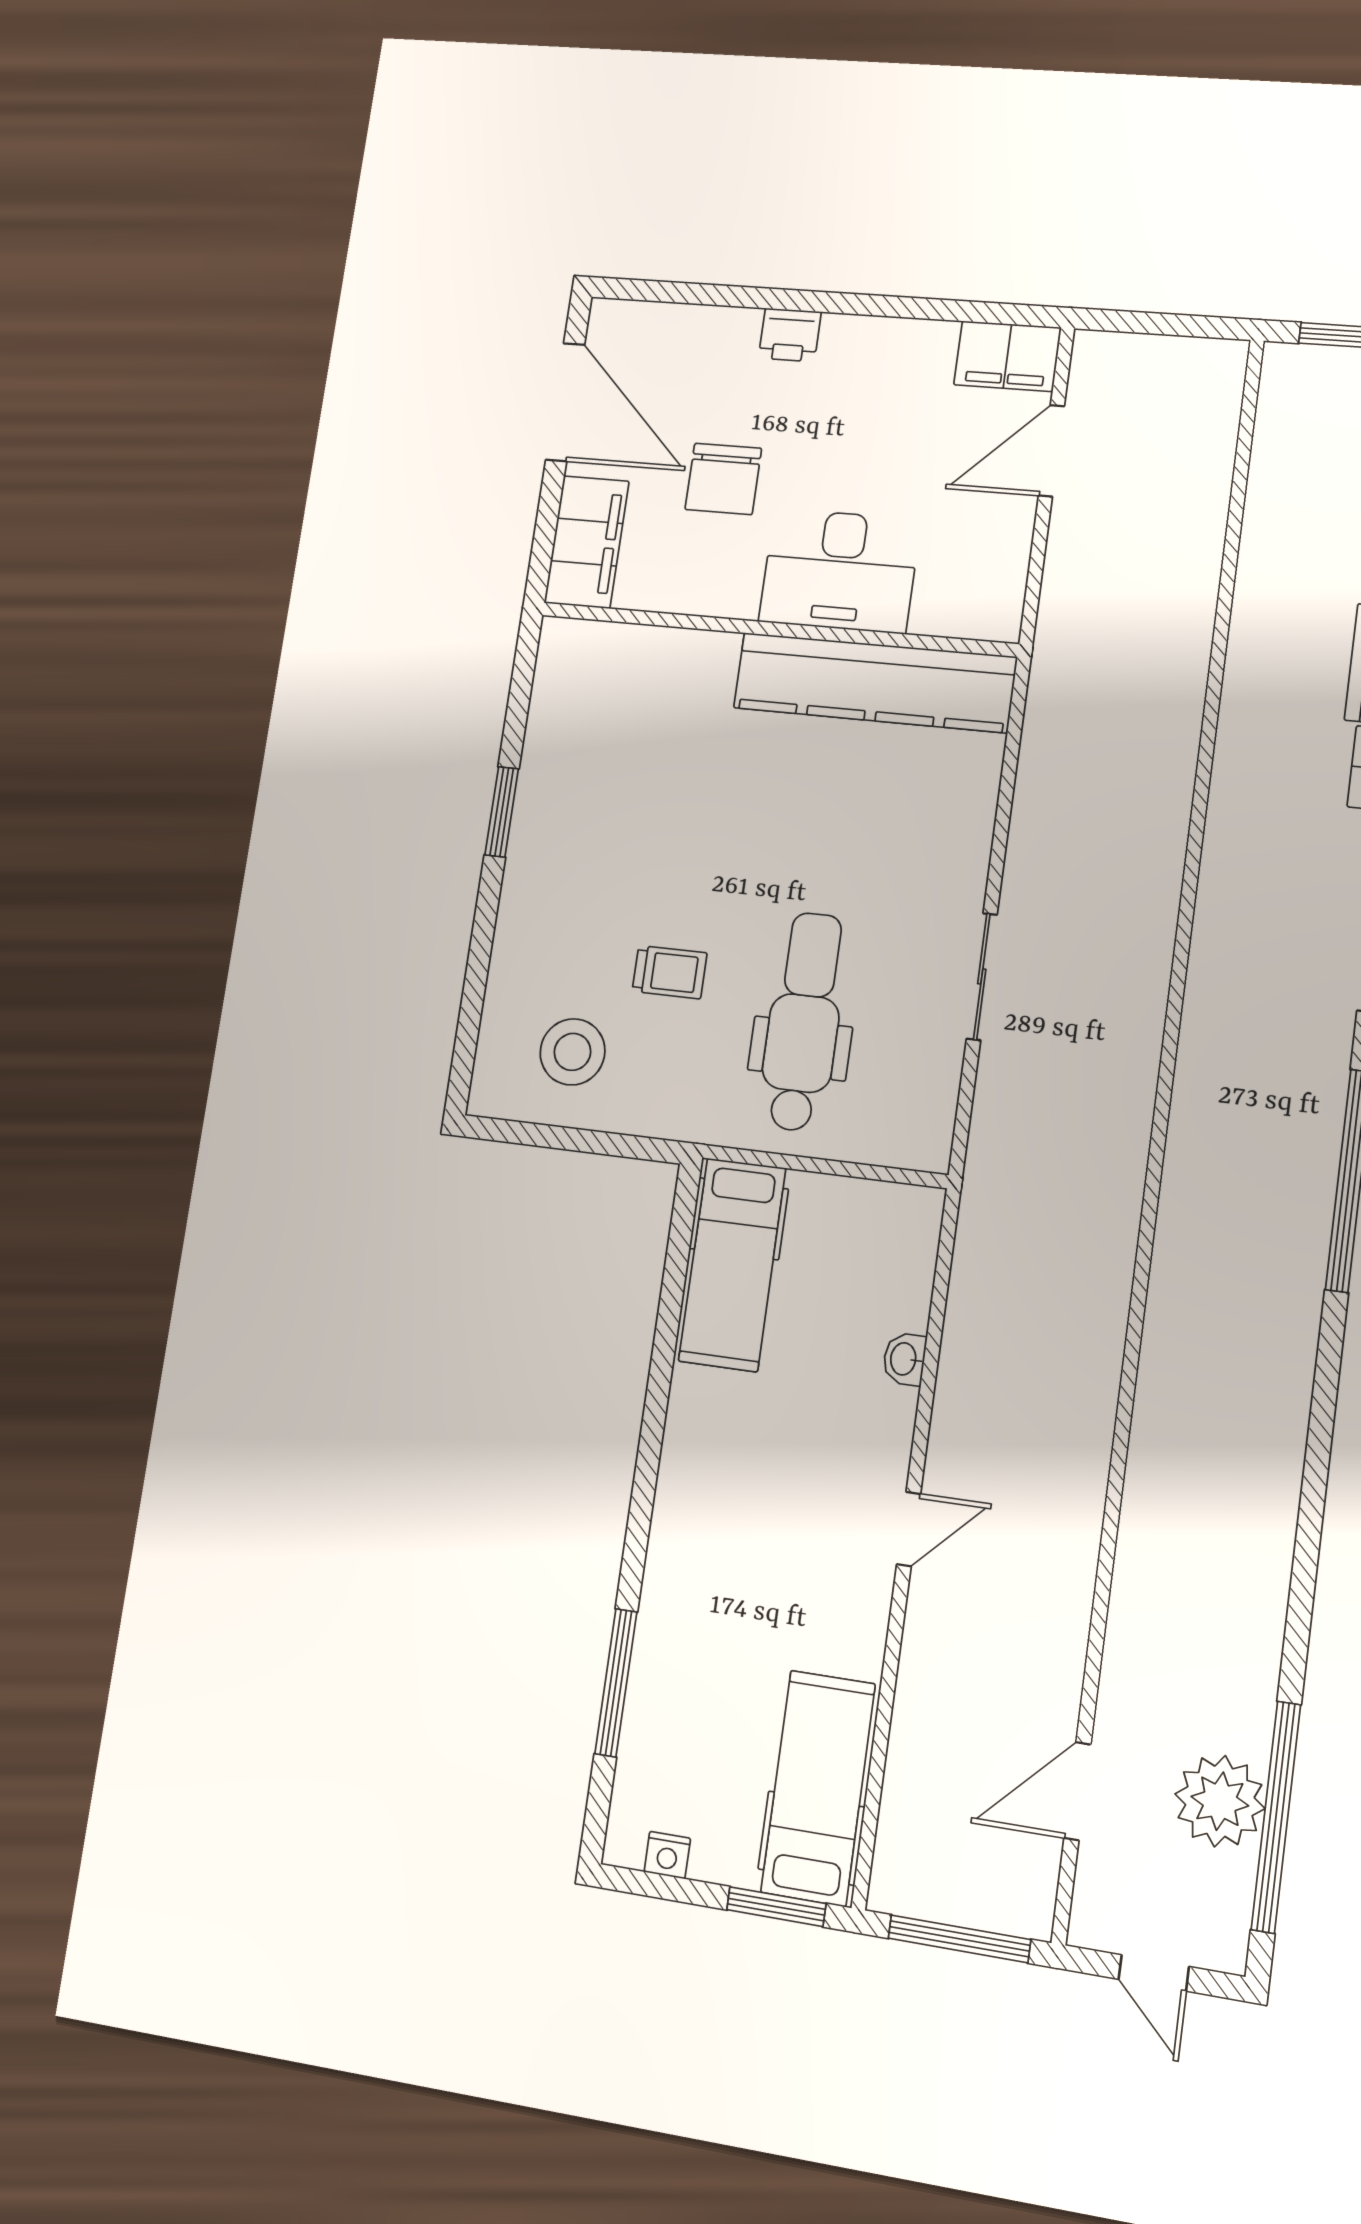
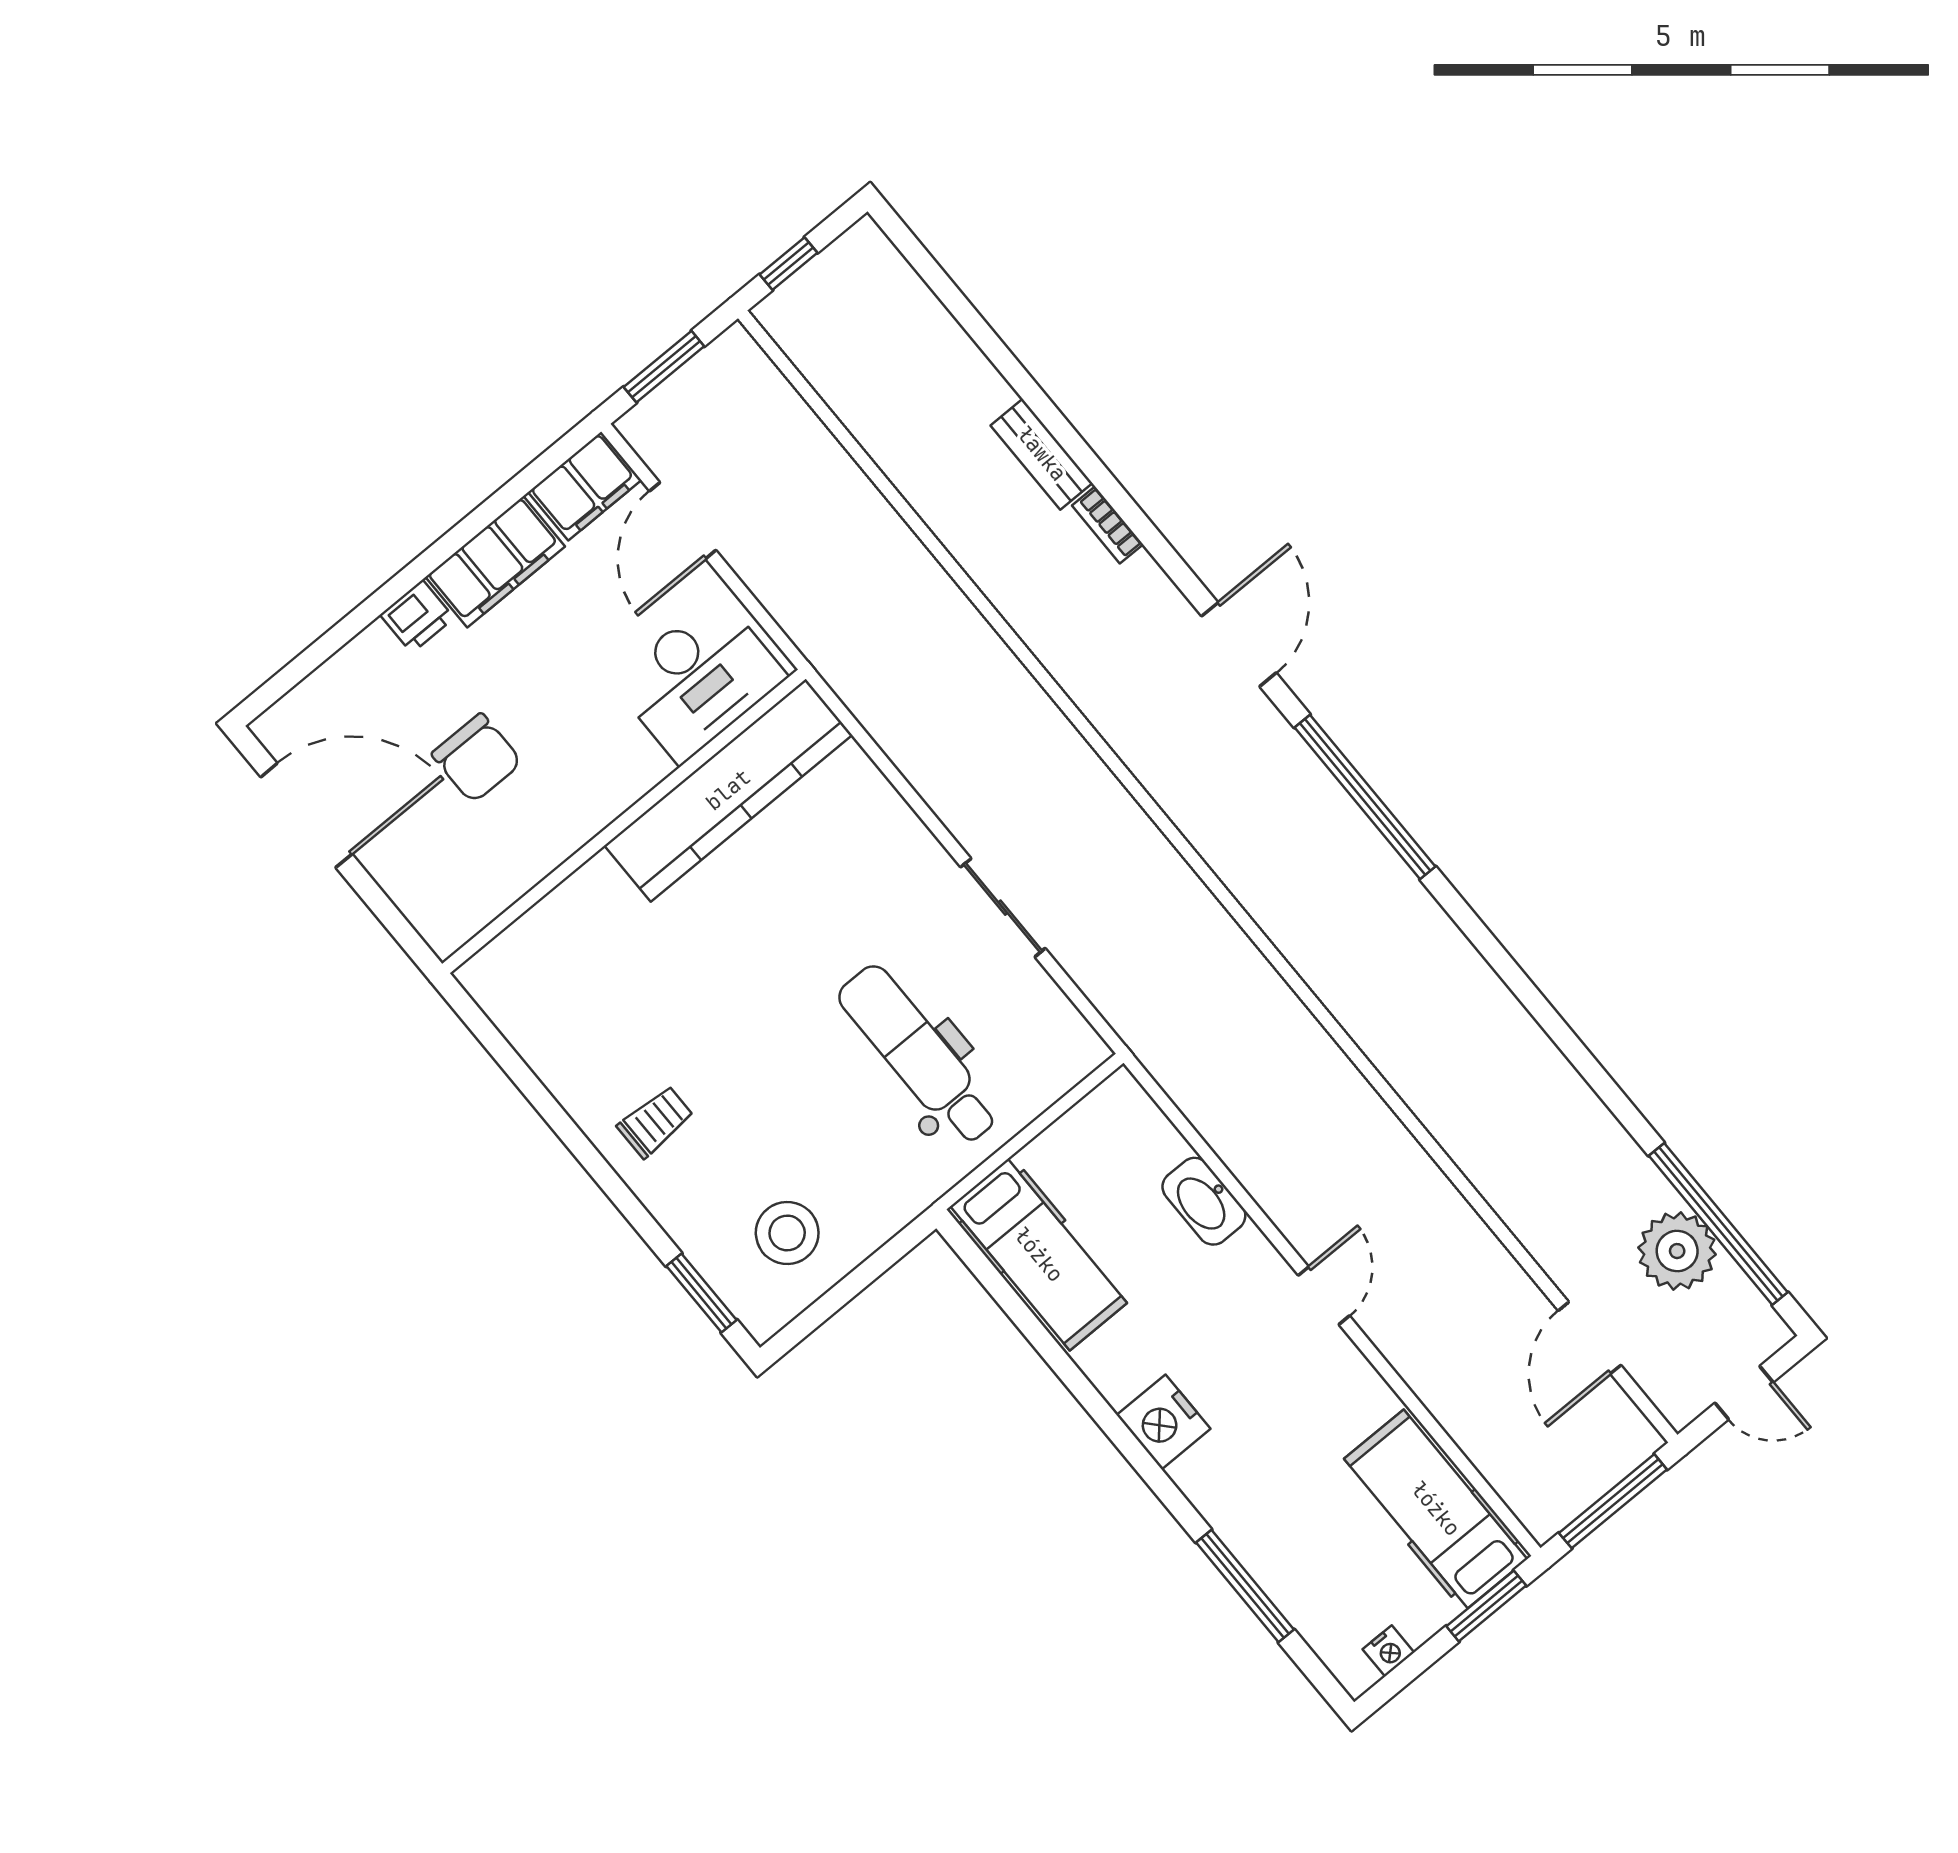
window: (1158, 324) -> (664, 367), added
filing cabinet: (587, 542) -> (495, 562), moved, turned 90
desk: (840, 571) -> (699, 679), moved
window: (502, 812) -> (702, 1293), moved
trolley: (670, 972) -> (656, 1122), moved
washbasin: (904, 1359) -> (1204, 1201), width x1.91, depth x1.45
nightstand: (689, 1491) -> (1163, 1422), added

